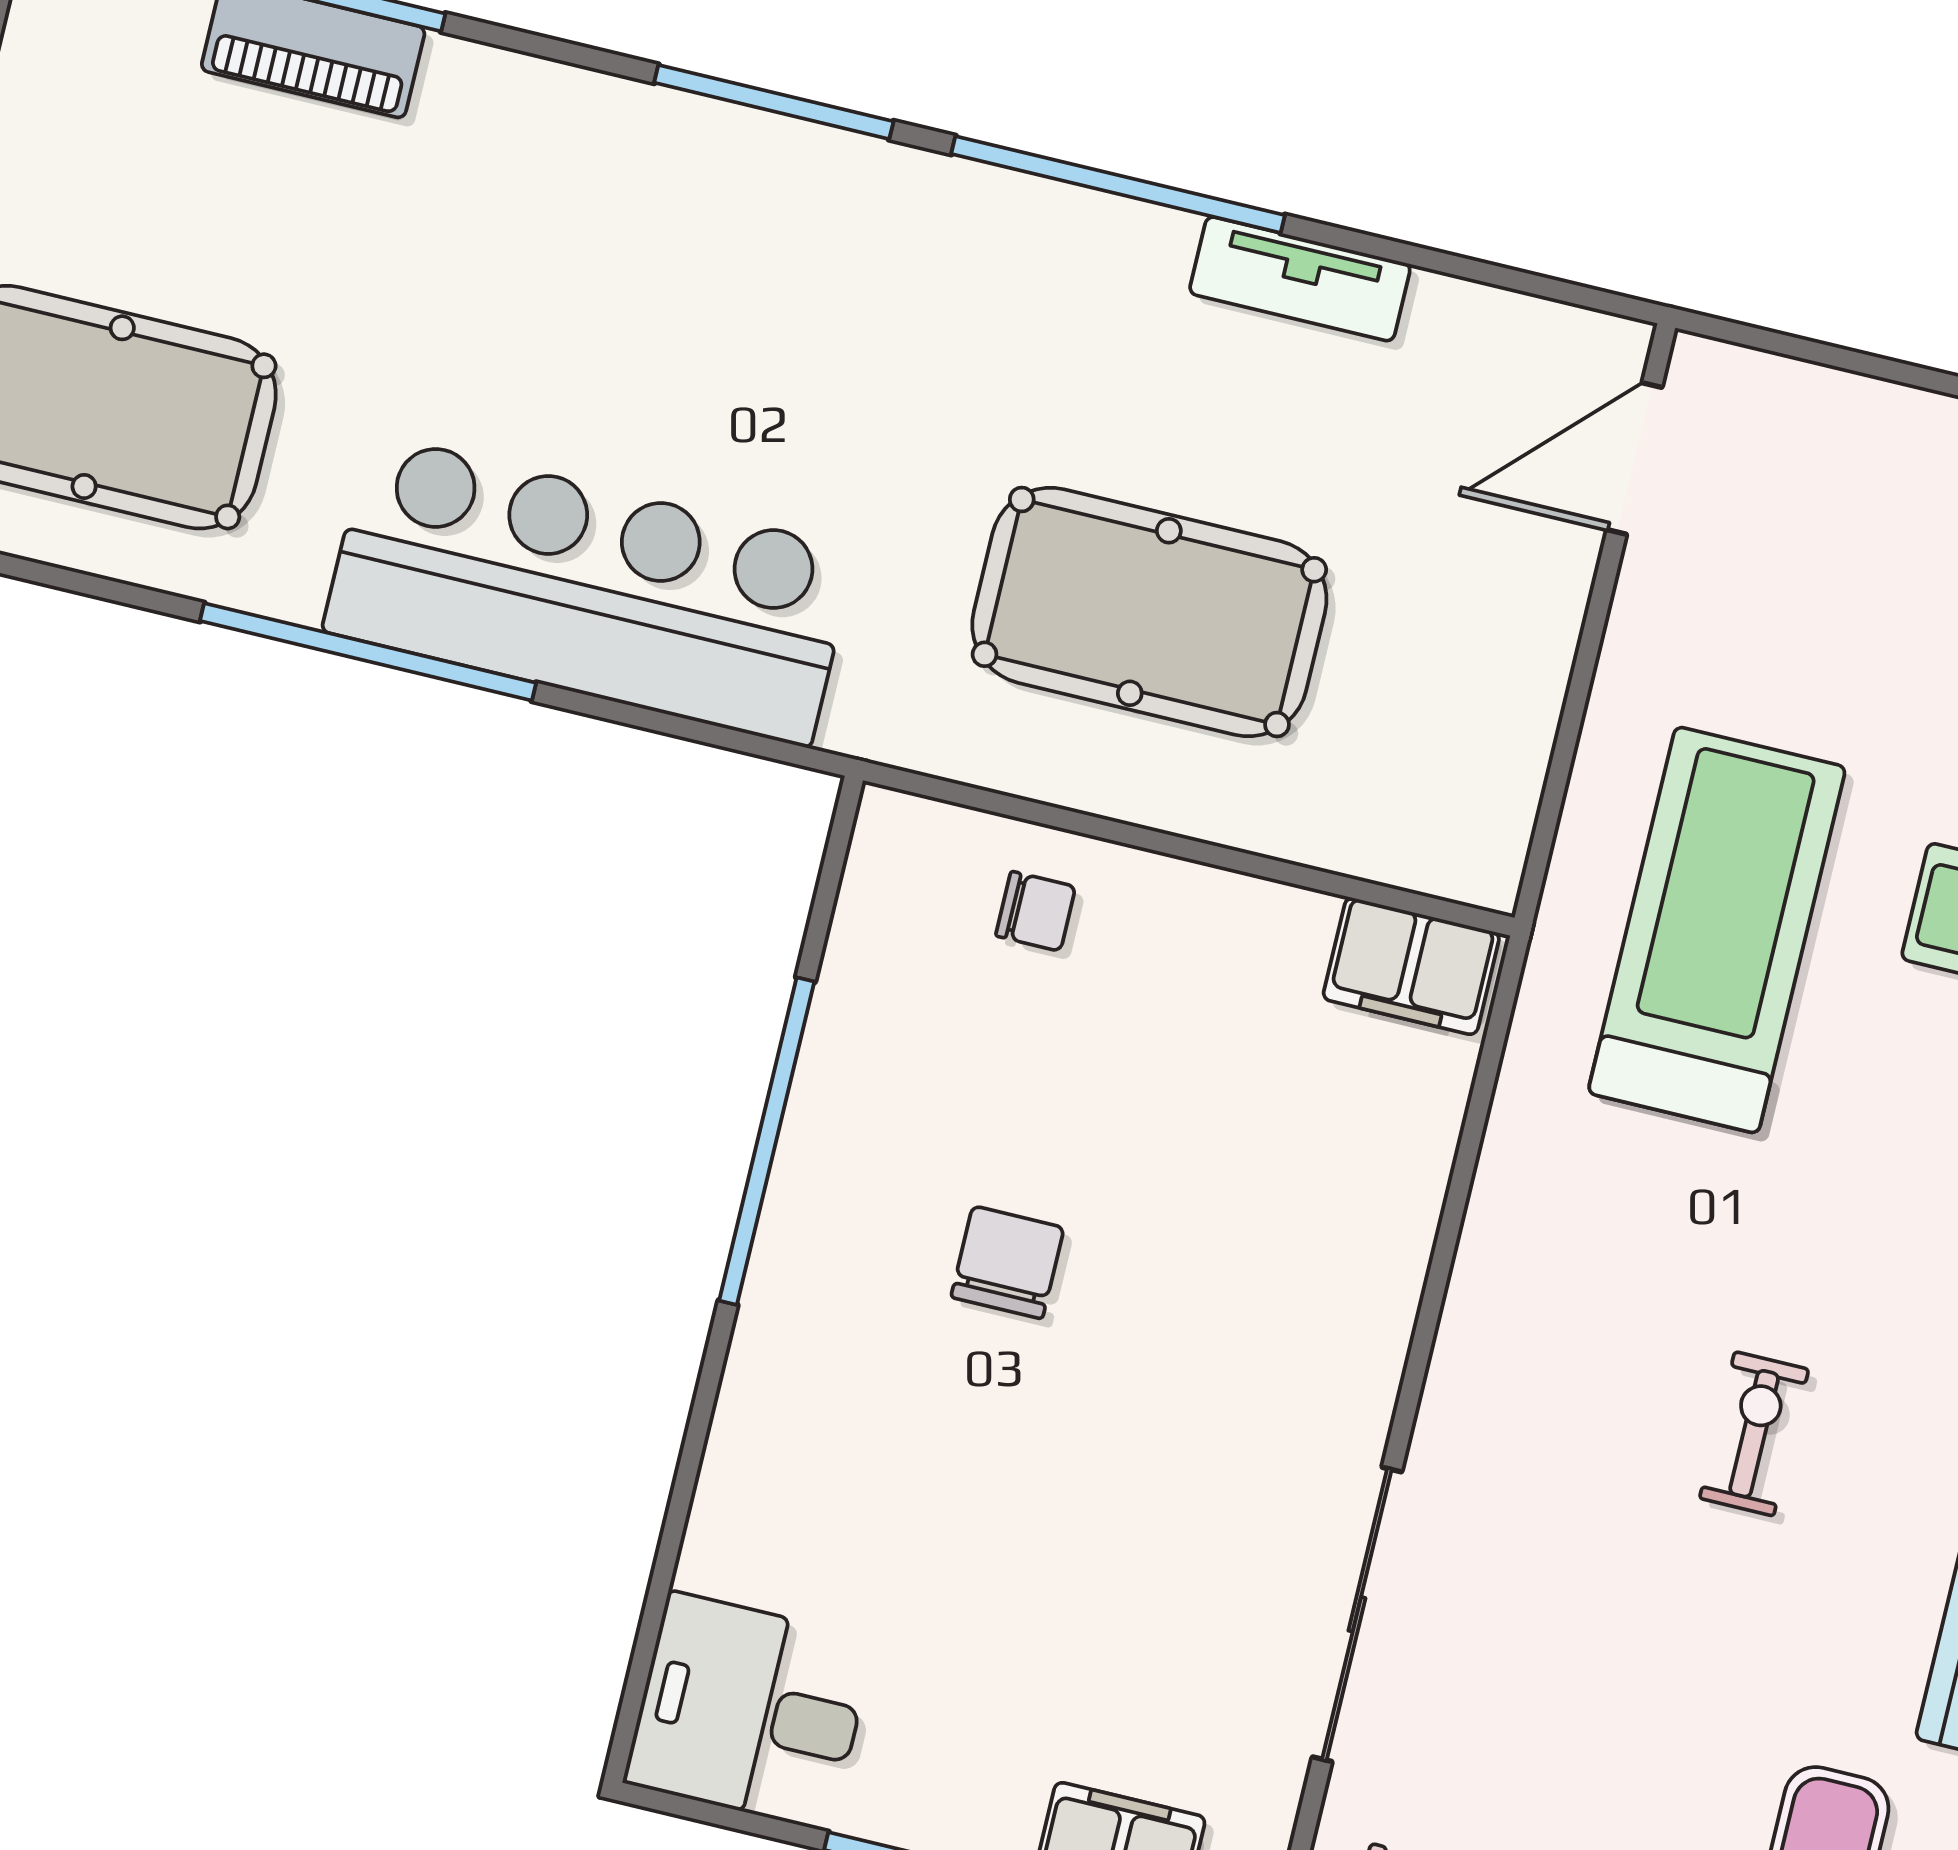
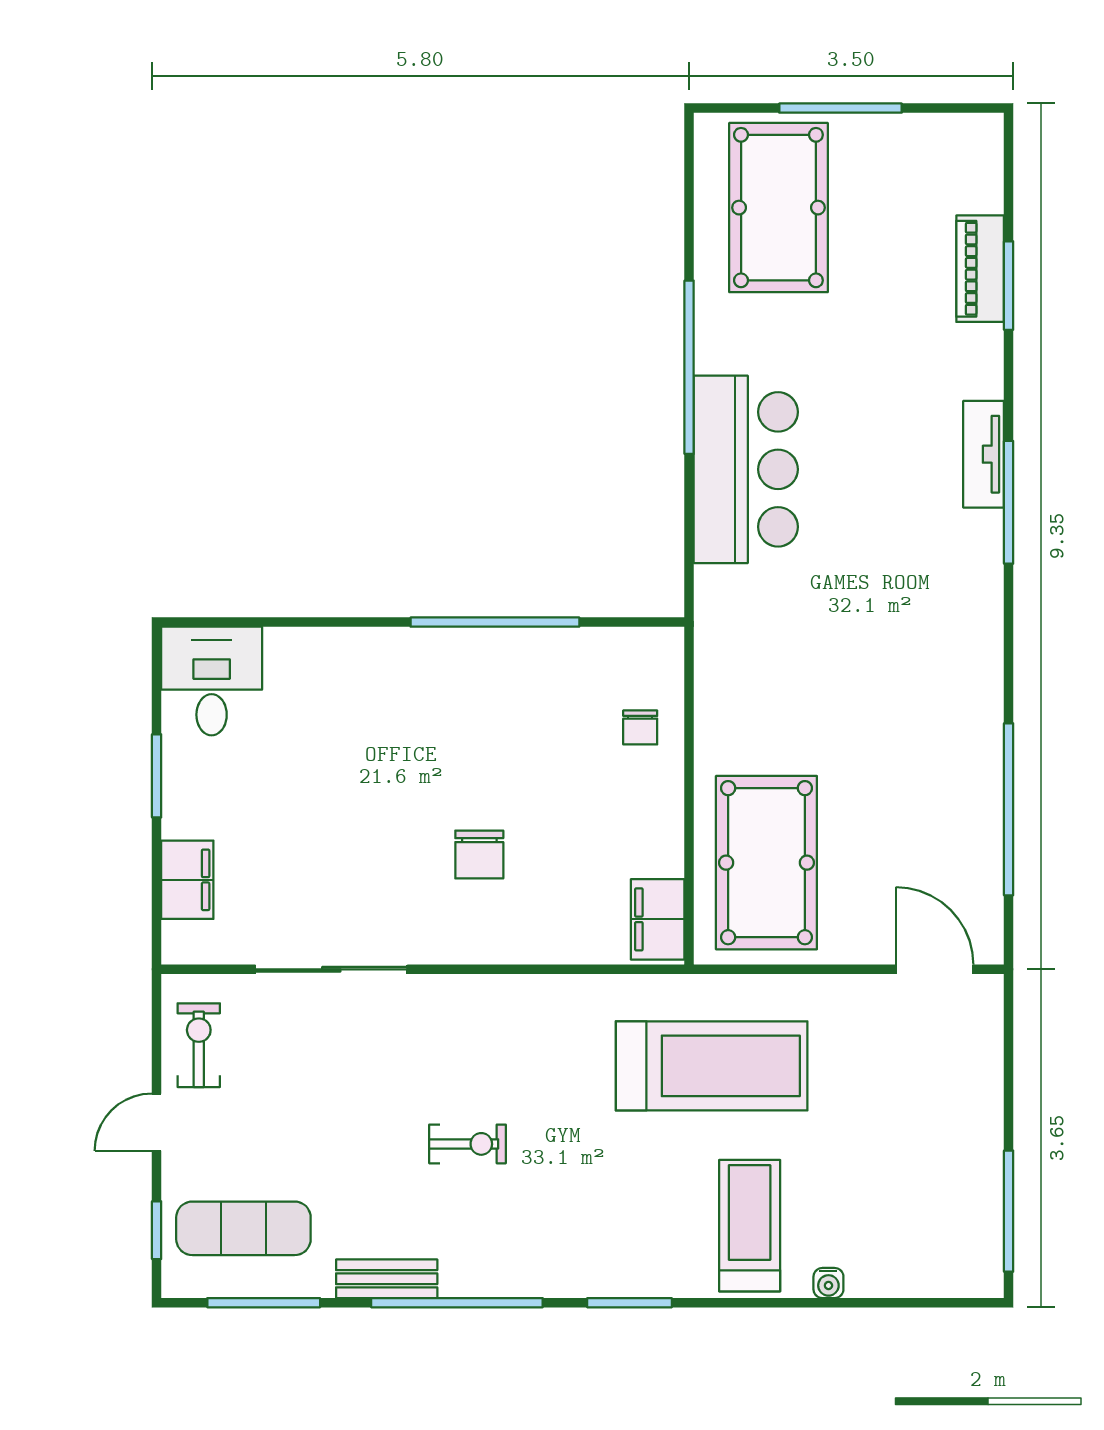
window: (1118, 185) -> (1009, 809), moved
tv unit: (1300, 279) -> (984, 454), moved
bar counter: (590, 590) -> (746, 469), width x0.73
pool table: (1149, 612) -> (766, 863), moved
chair: (1007, 1262) -> (479, 854), moved, turned 90

